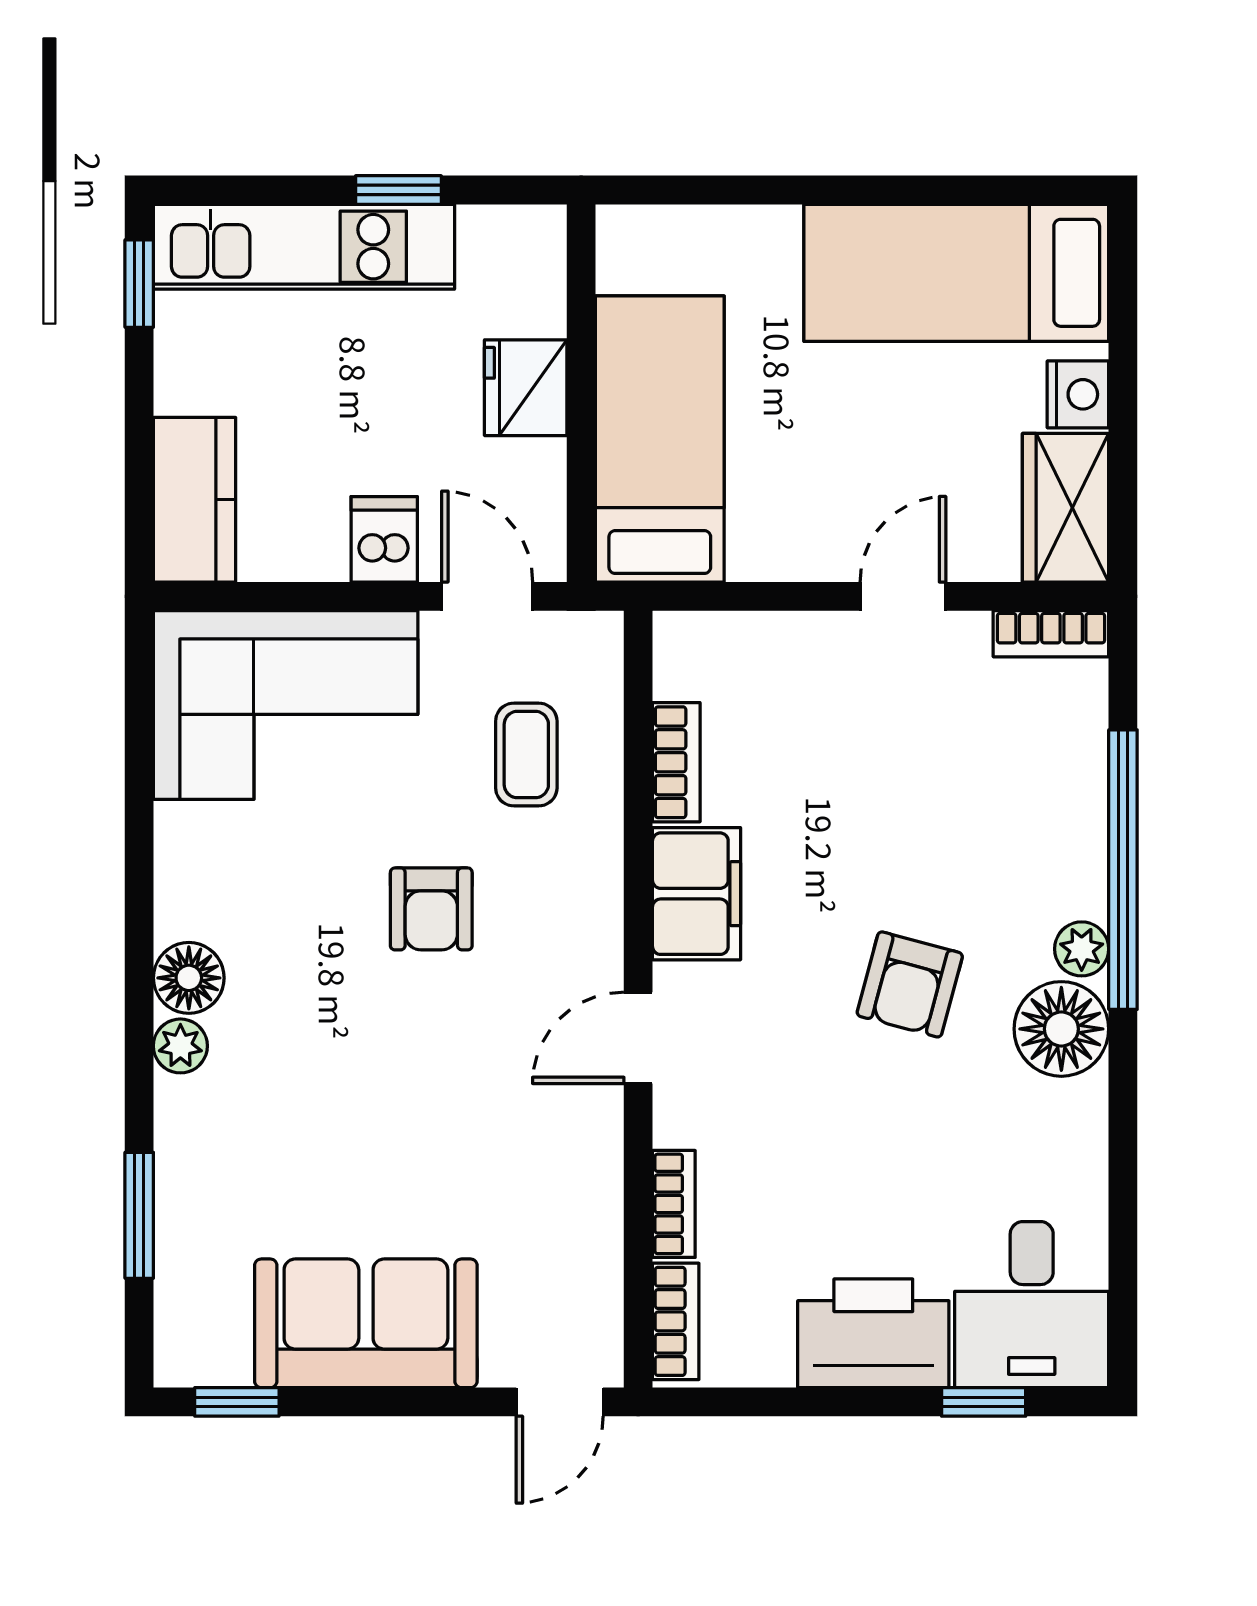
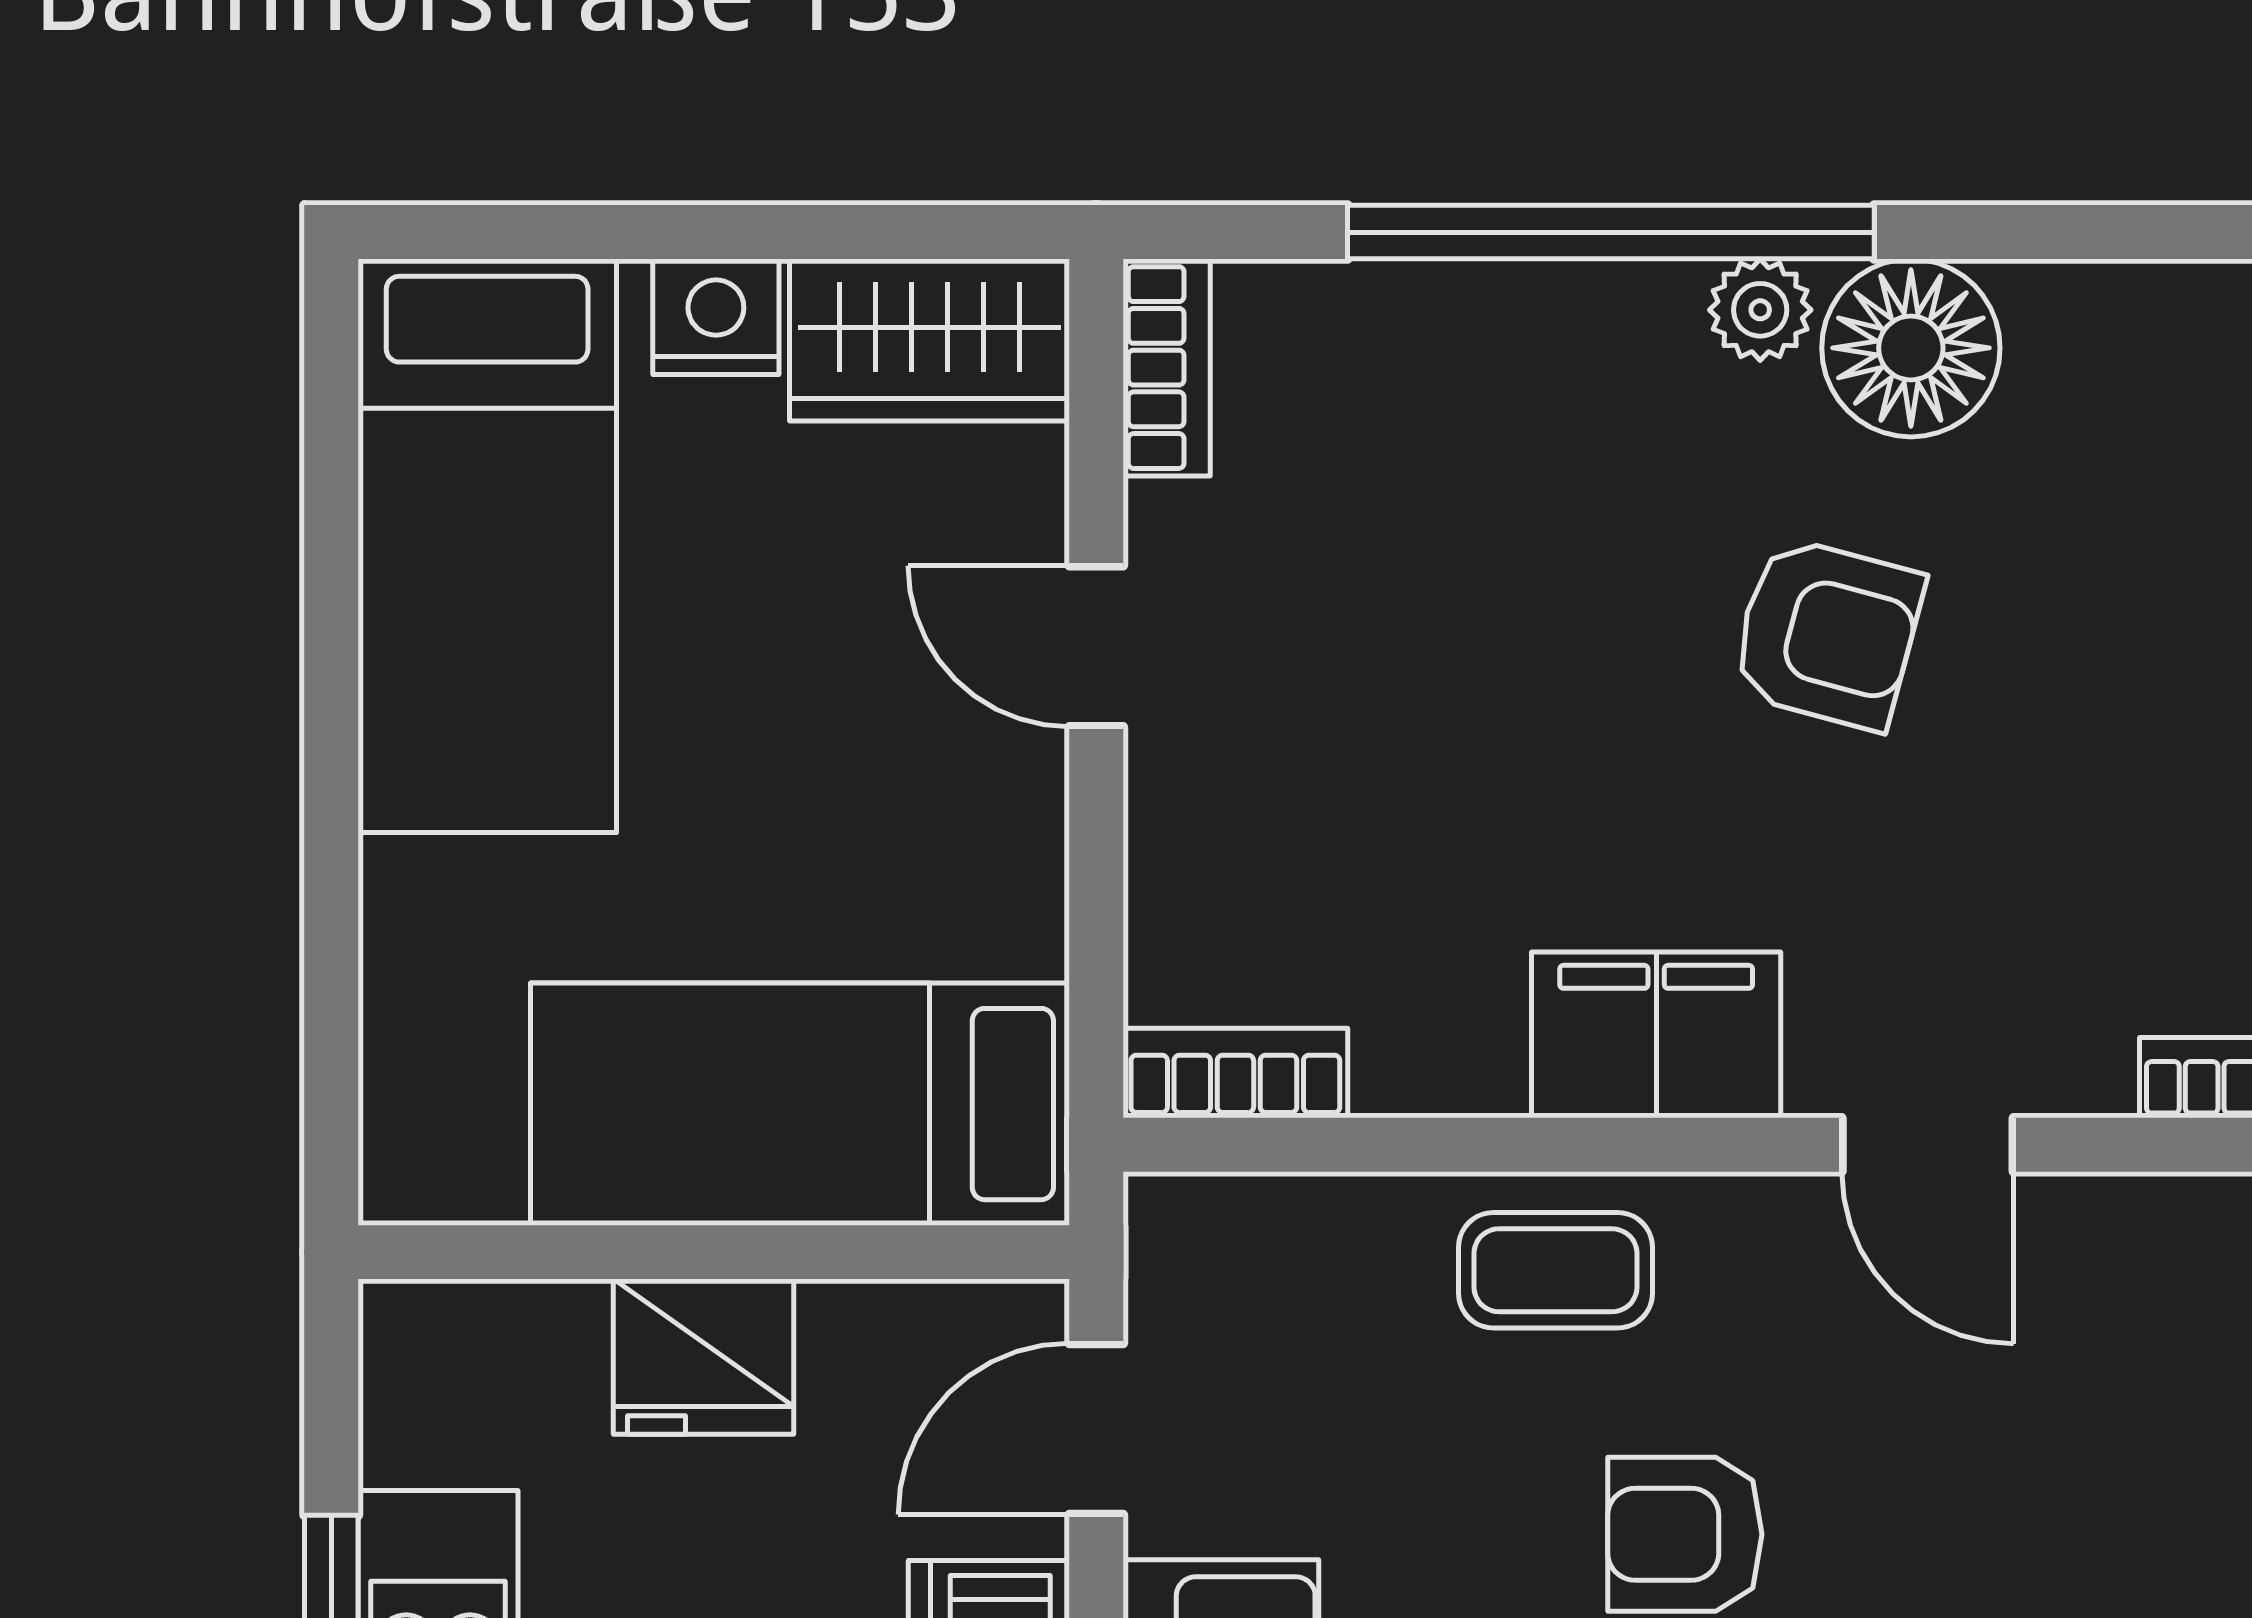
coffee table: (526, 755) -> (1555, 1270), moved
bookcase: (676, 762) -> (1235, 1073), moved
armchair: (431, 909) -> (1685, 1534), turned 180

